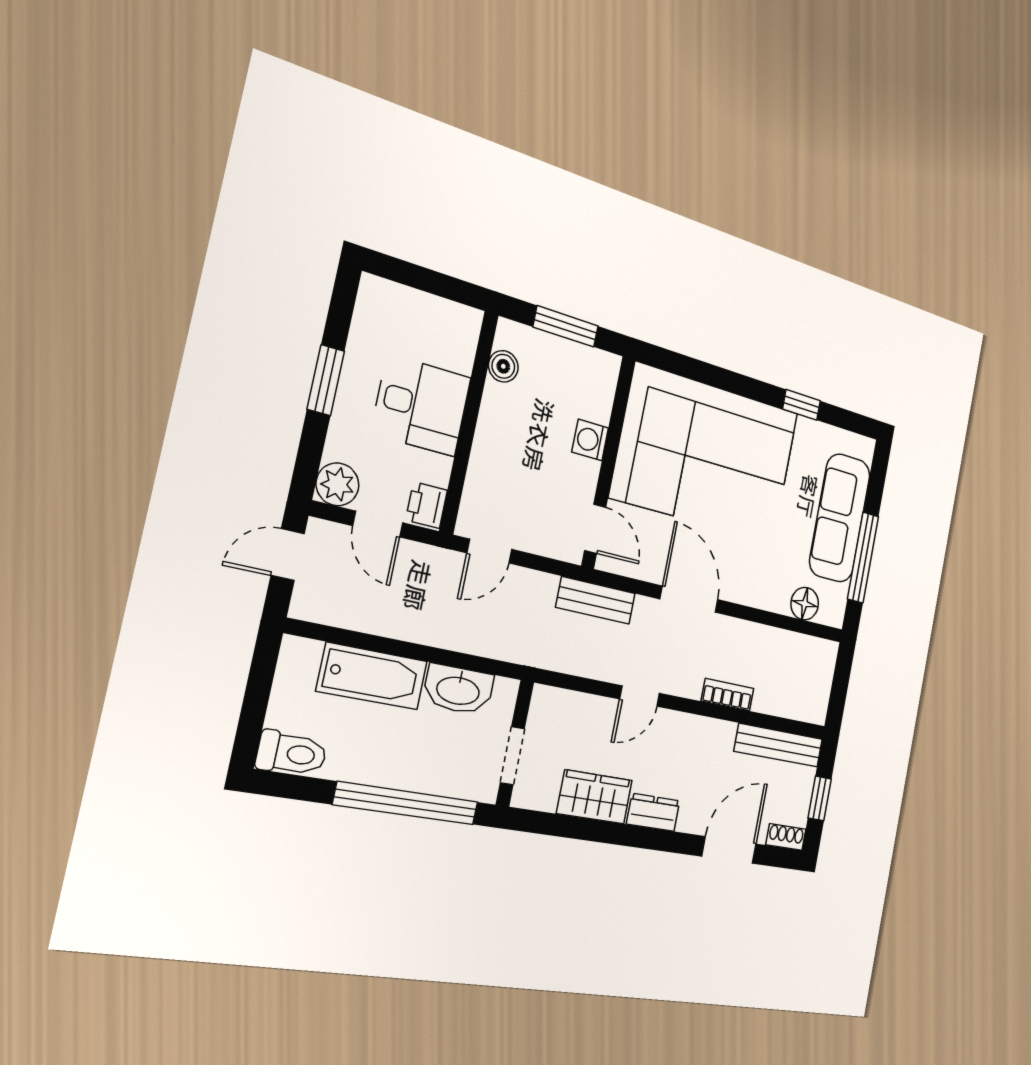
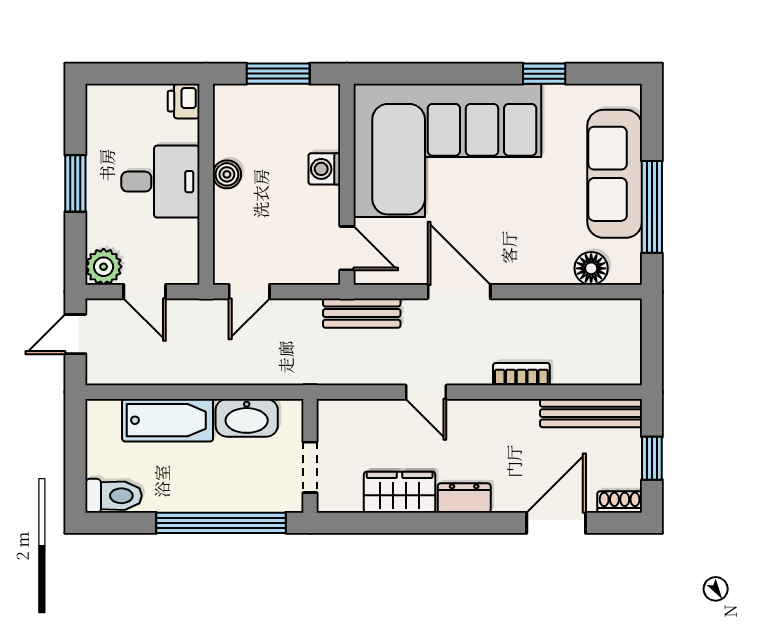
boiler: (503, 366) -> (227, 174), moved
printer: (427, 505) -> (184, 101), moved
door: (640, 696) -> (426, 392), hinge flipped

